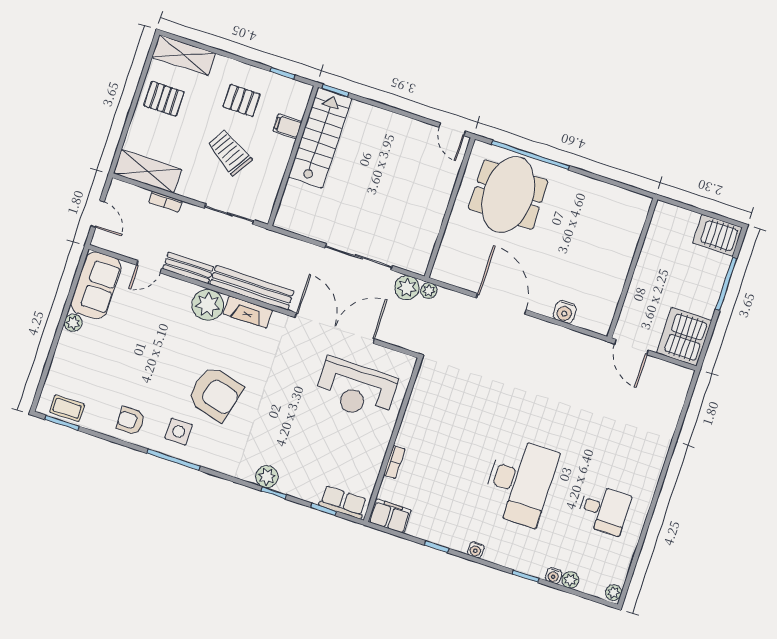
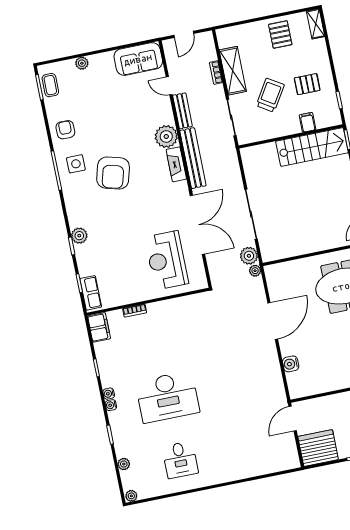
shelving: (184, 55) -> (316, 24), width x0.67, depth x0.75
pallet: (242, 101) -> (307, 84), turned 90
shelving: (148, 171) -> (233, 71), moved
plant: (73, 323) -> (82, 63), moved
water cooler: (554, 576) -> (111, 405), moved

